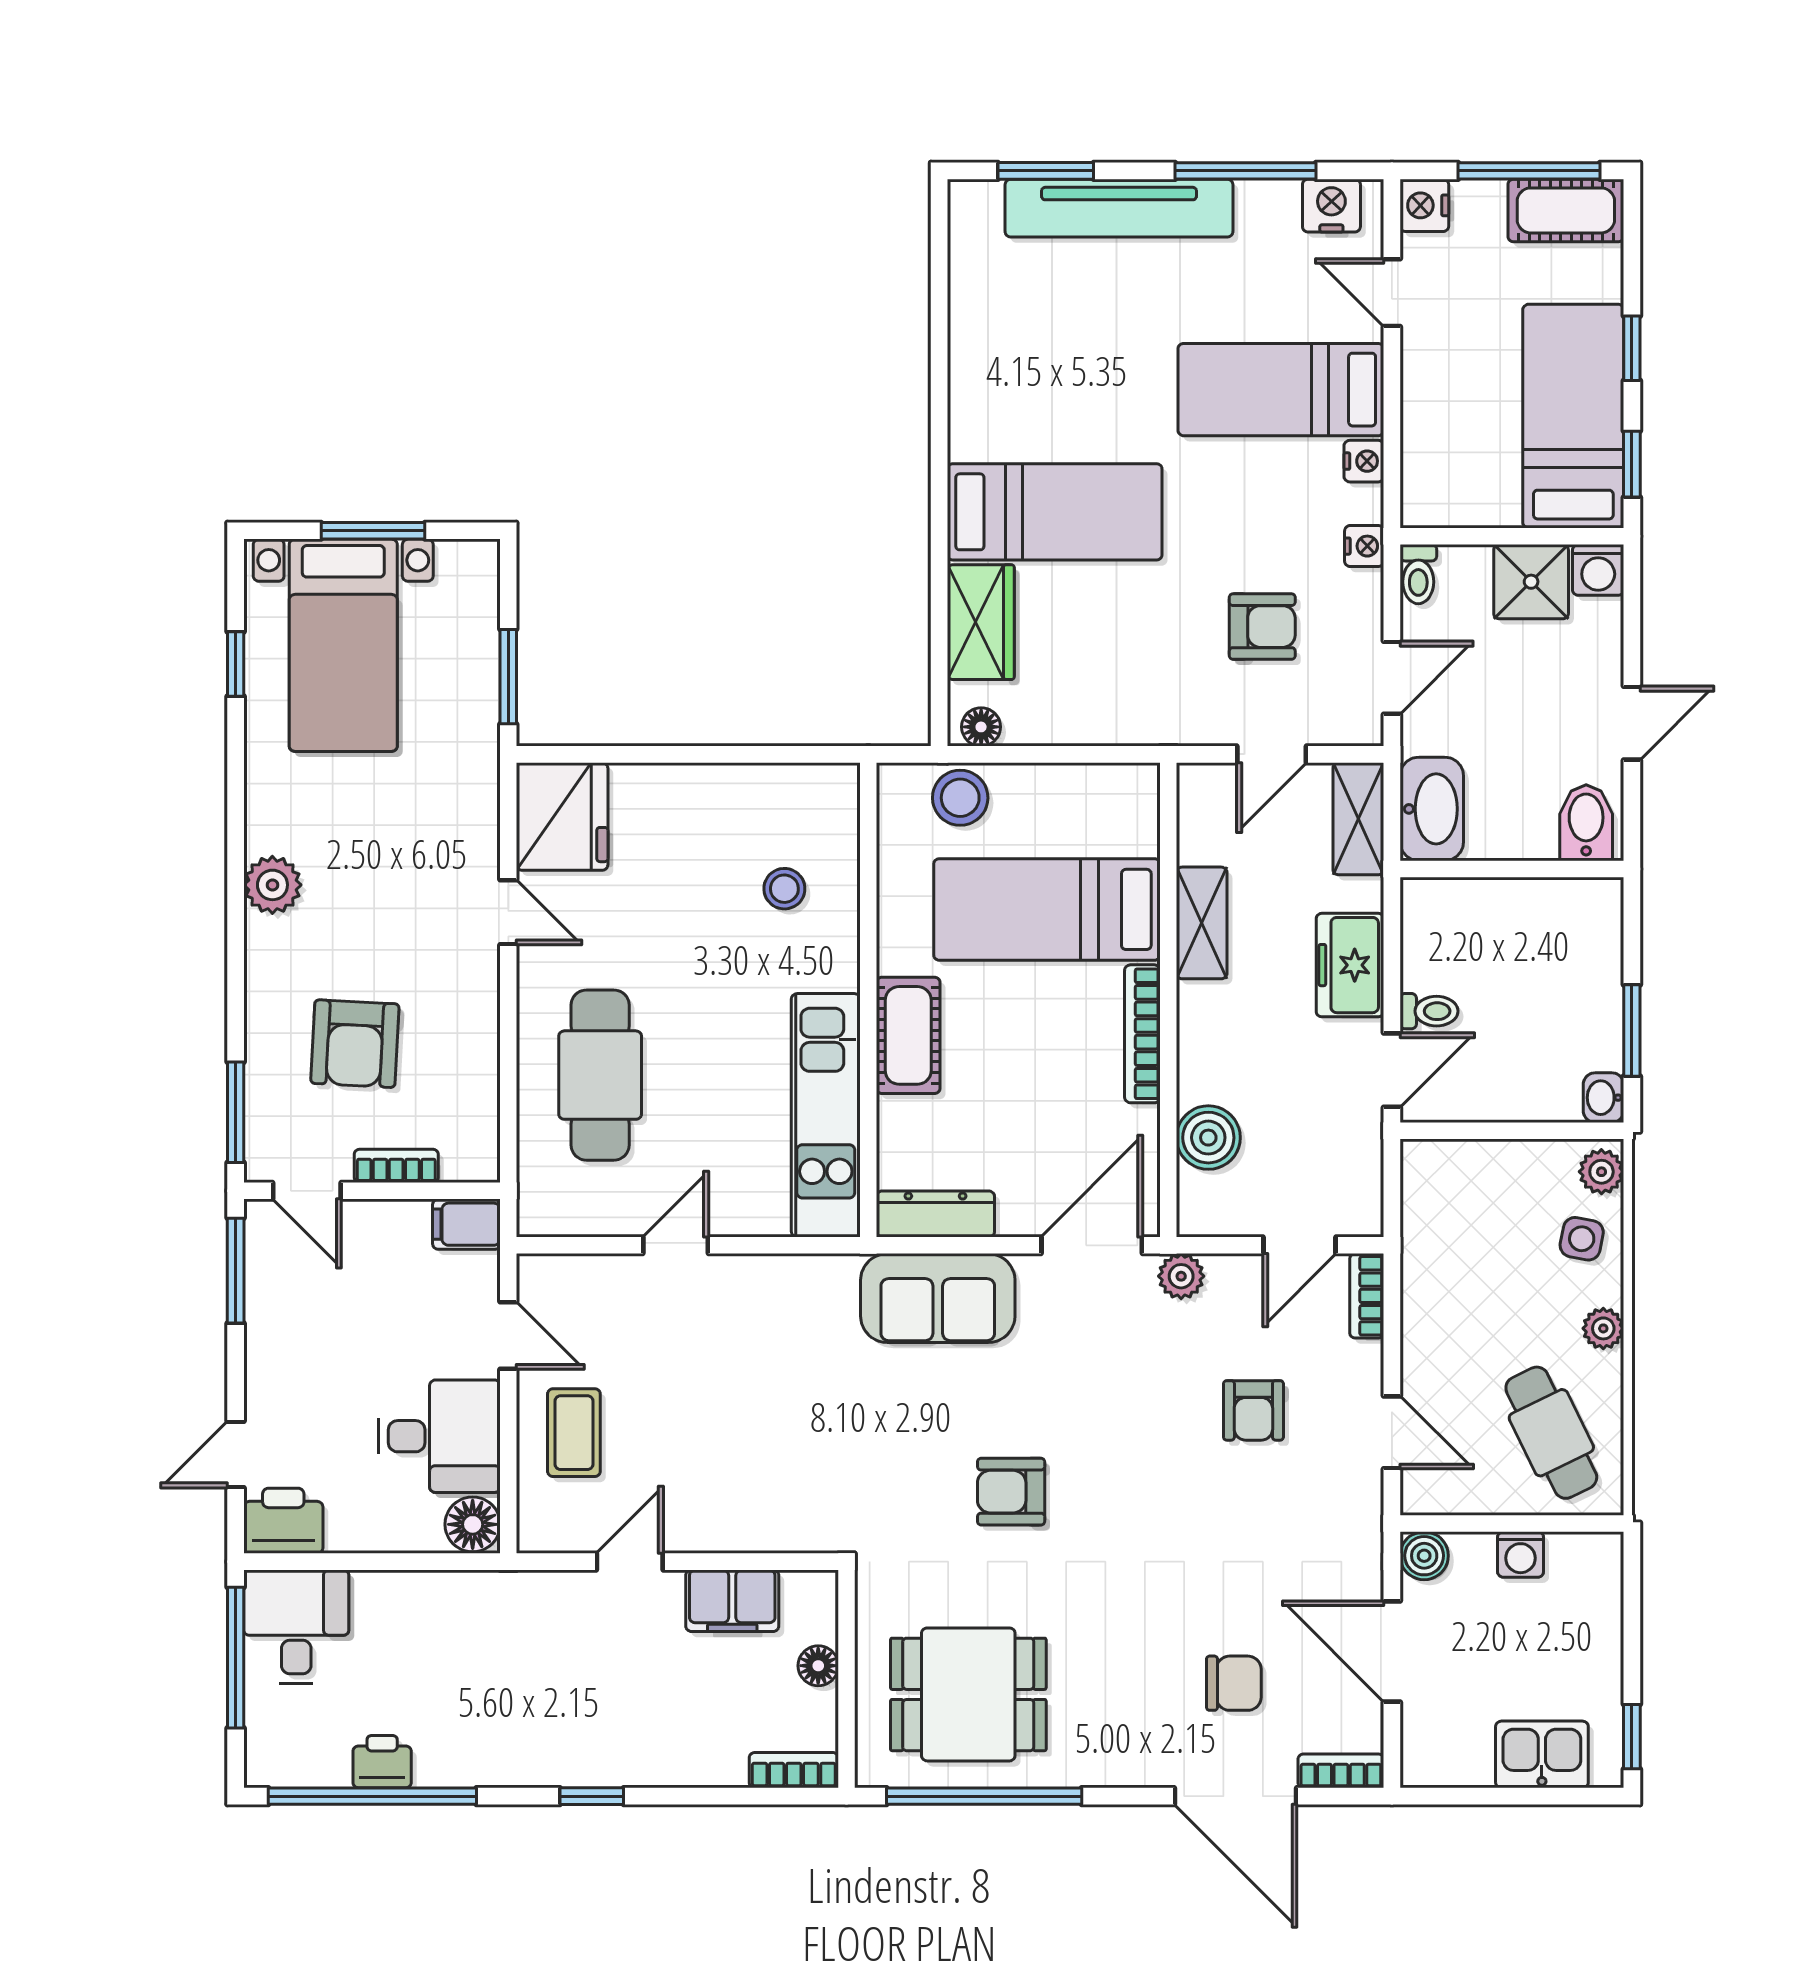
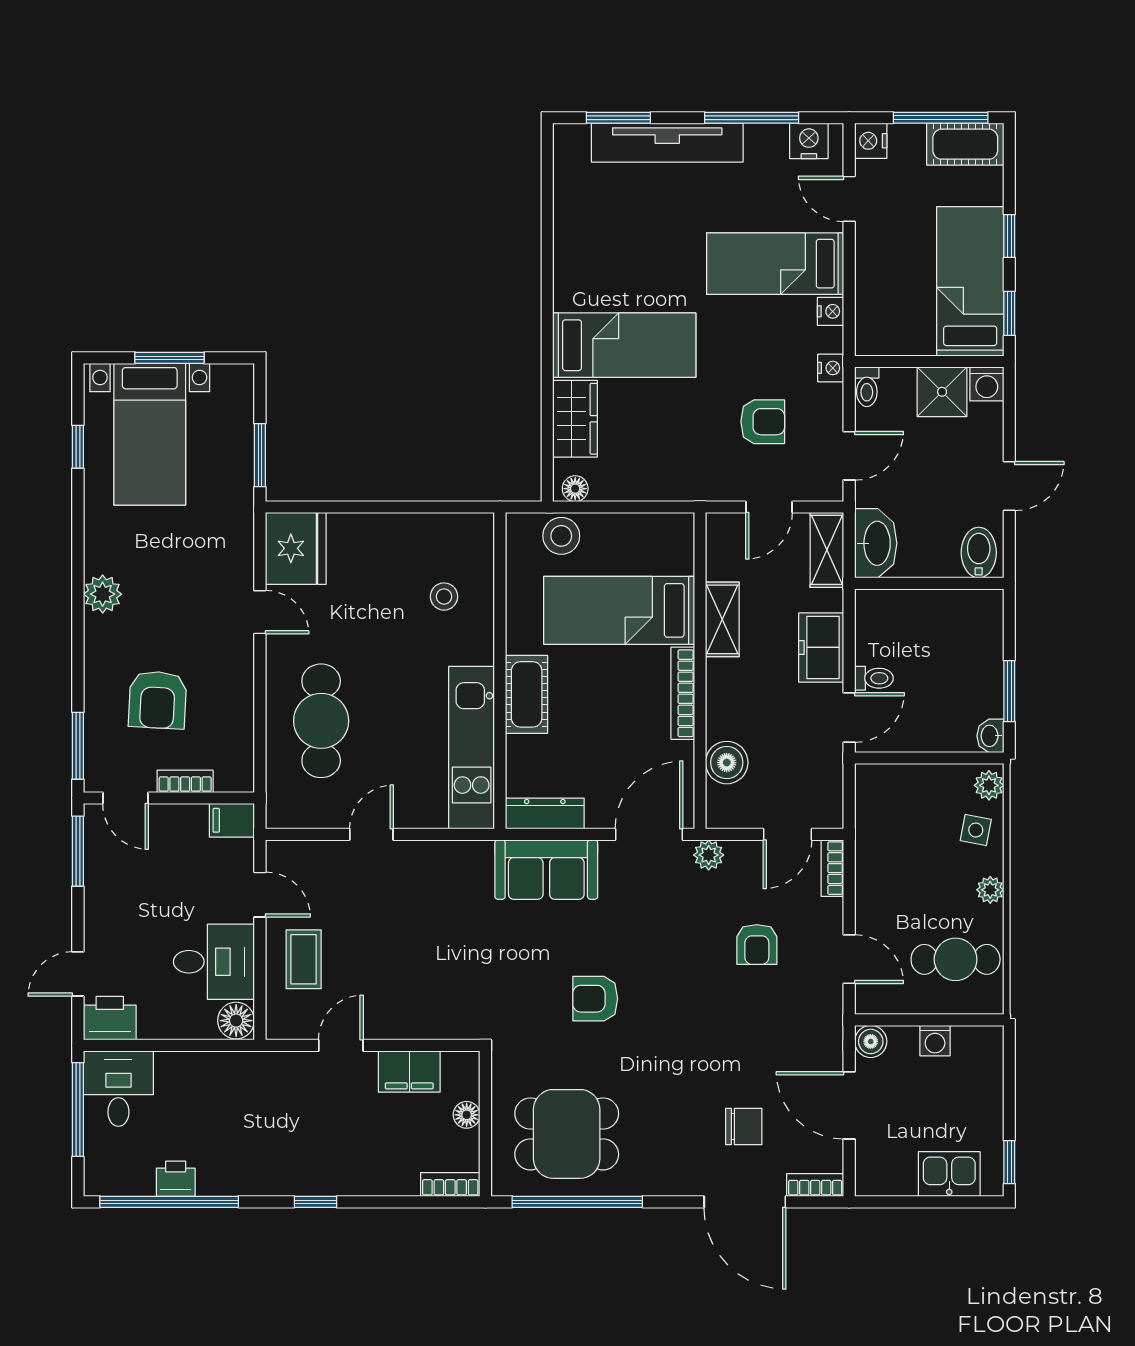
cafe table: (1551, 1433) -> (956, 959), turned -64

